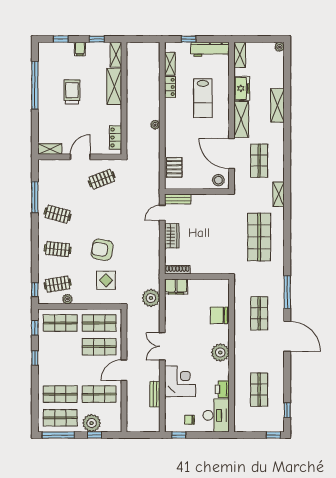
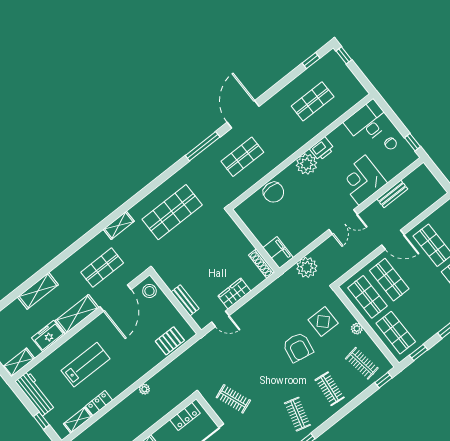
bench: (178, 199) -> (185, 300), moved
plant: (67, 299) -> (357, 329), moved
printer: (222, 389) -> (322, 149), moved

